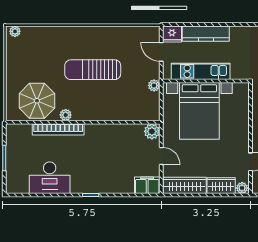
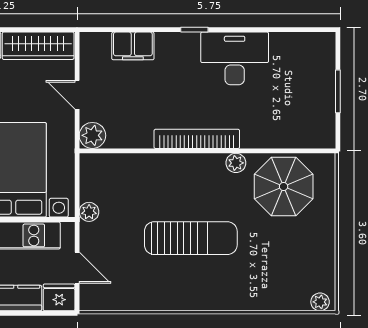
bookcase: (58, 129) -> (197, 139), moved
desk: (50, 178) -> (235, 58), moved
filing cabinet: (147, 185) -> (133, 46), moved

